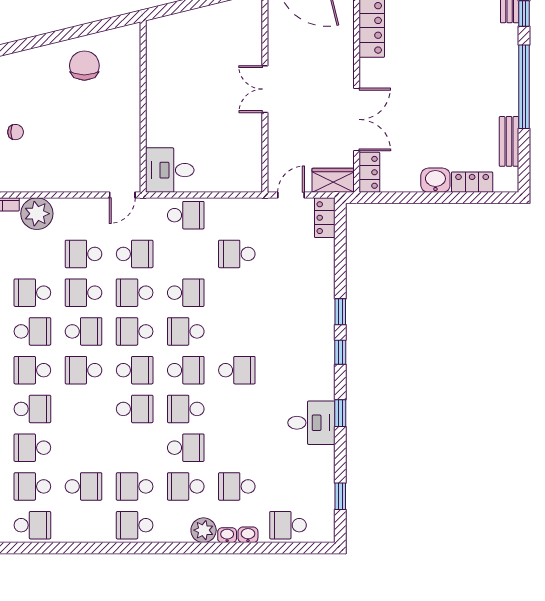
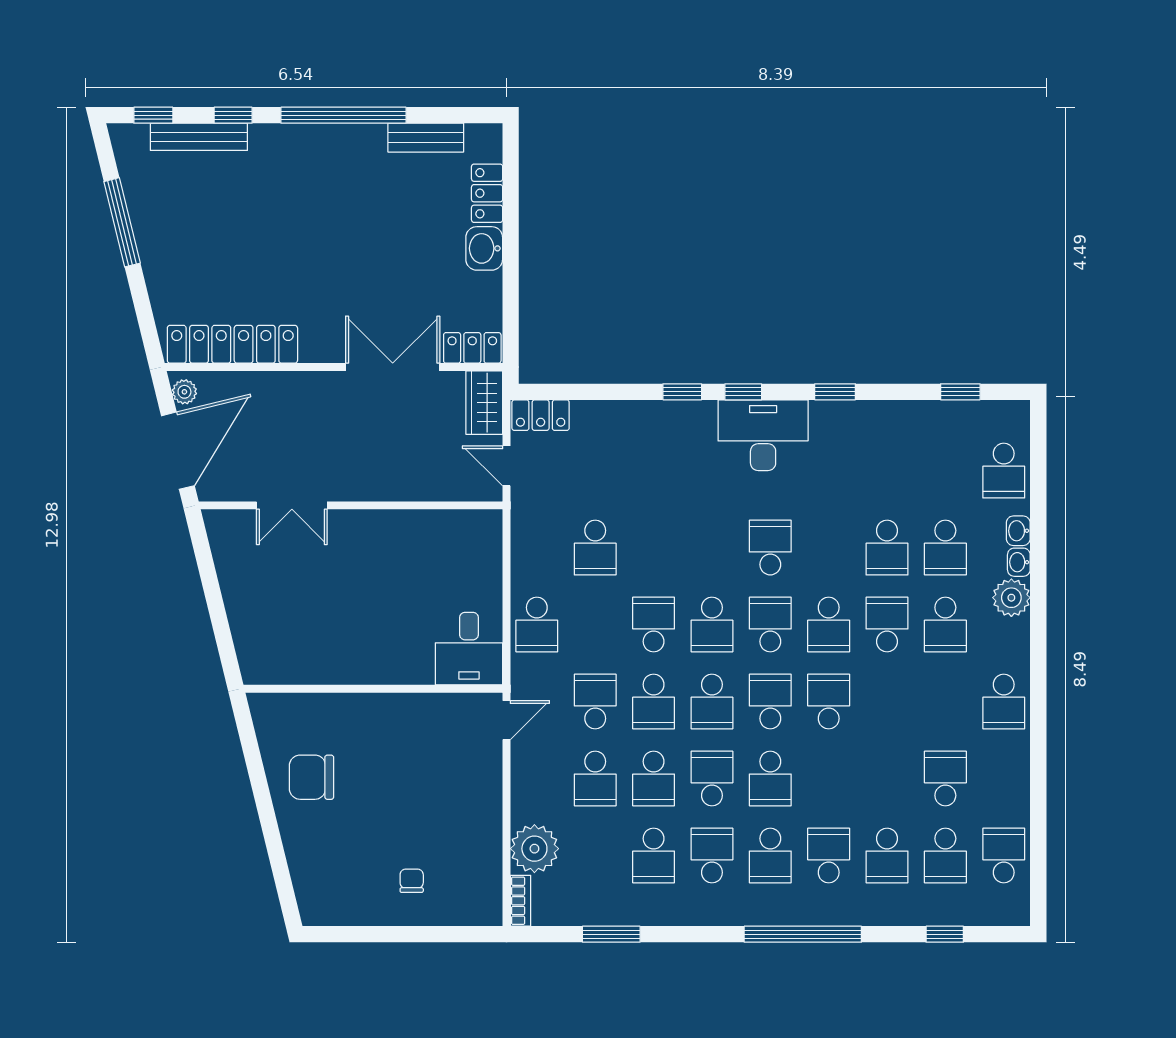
double door: (265, 89) -> (292, 505), moved
door: (122, 195) -> (506, 720), hinge flipped
school desk: (186, 215) -> (537, 625), turned 180
desk: (311, 423) -> (763, 435), moved, width x1.37
school desk: (135, 486) -> (887, 548), moved

